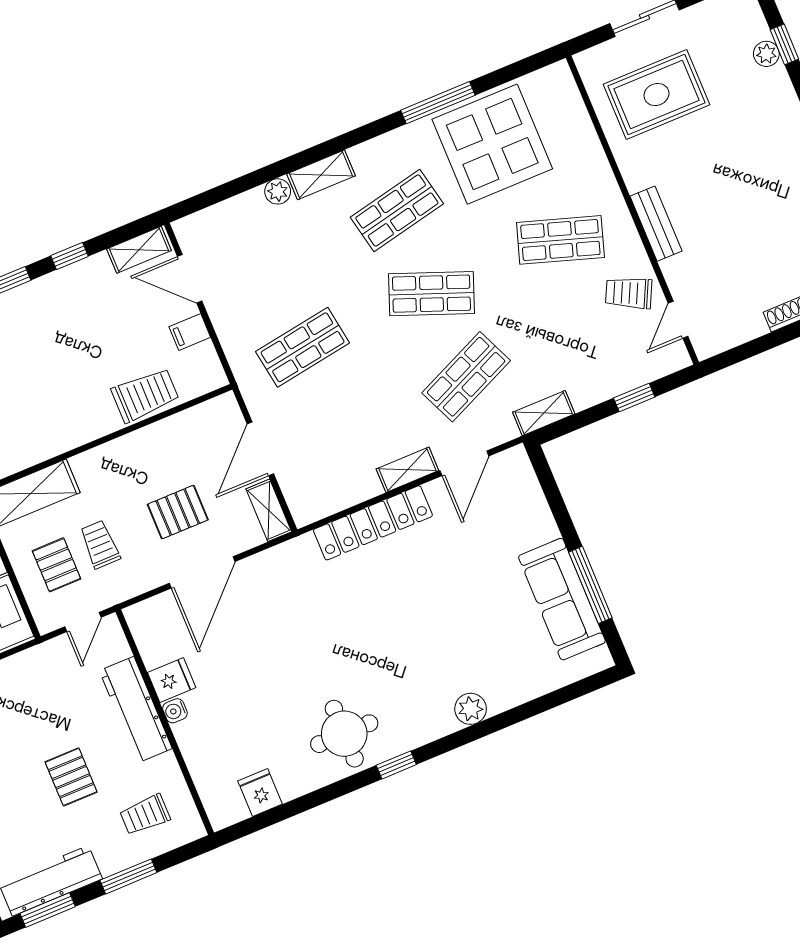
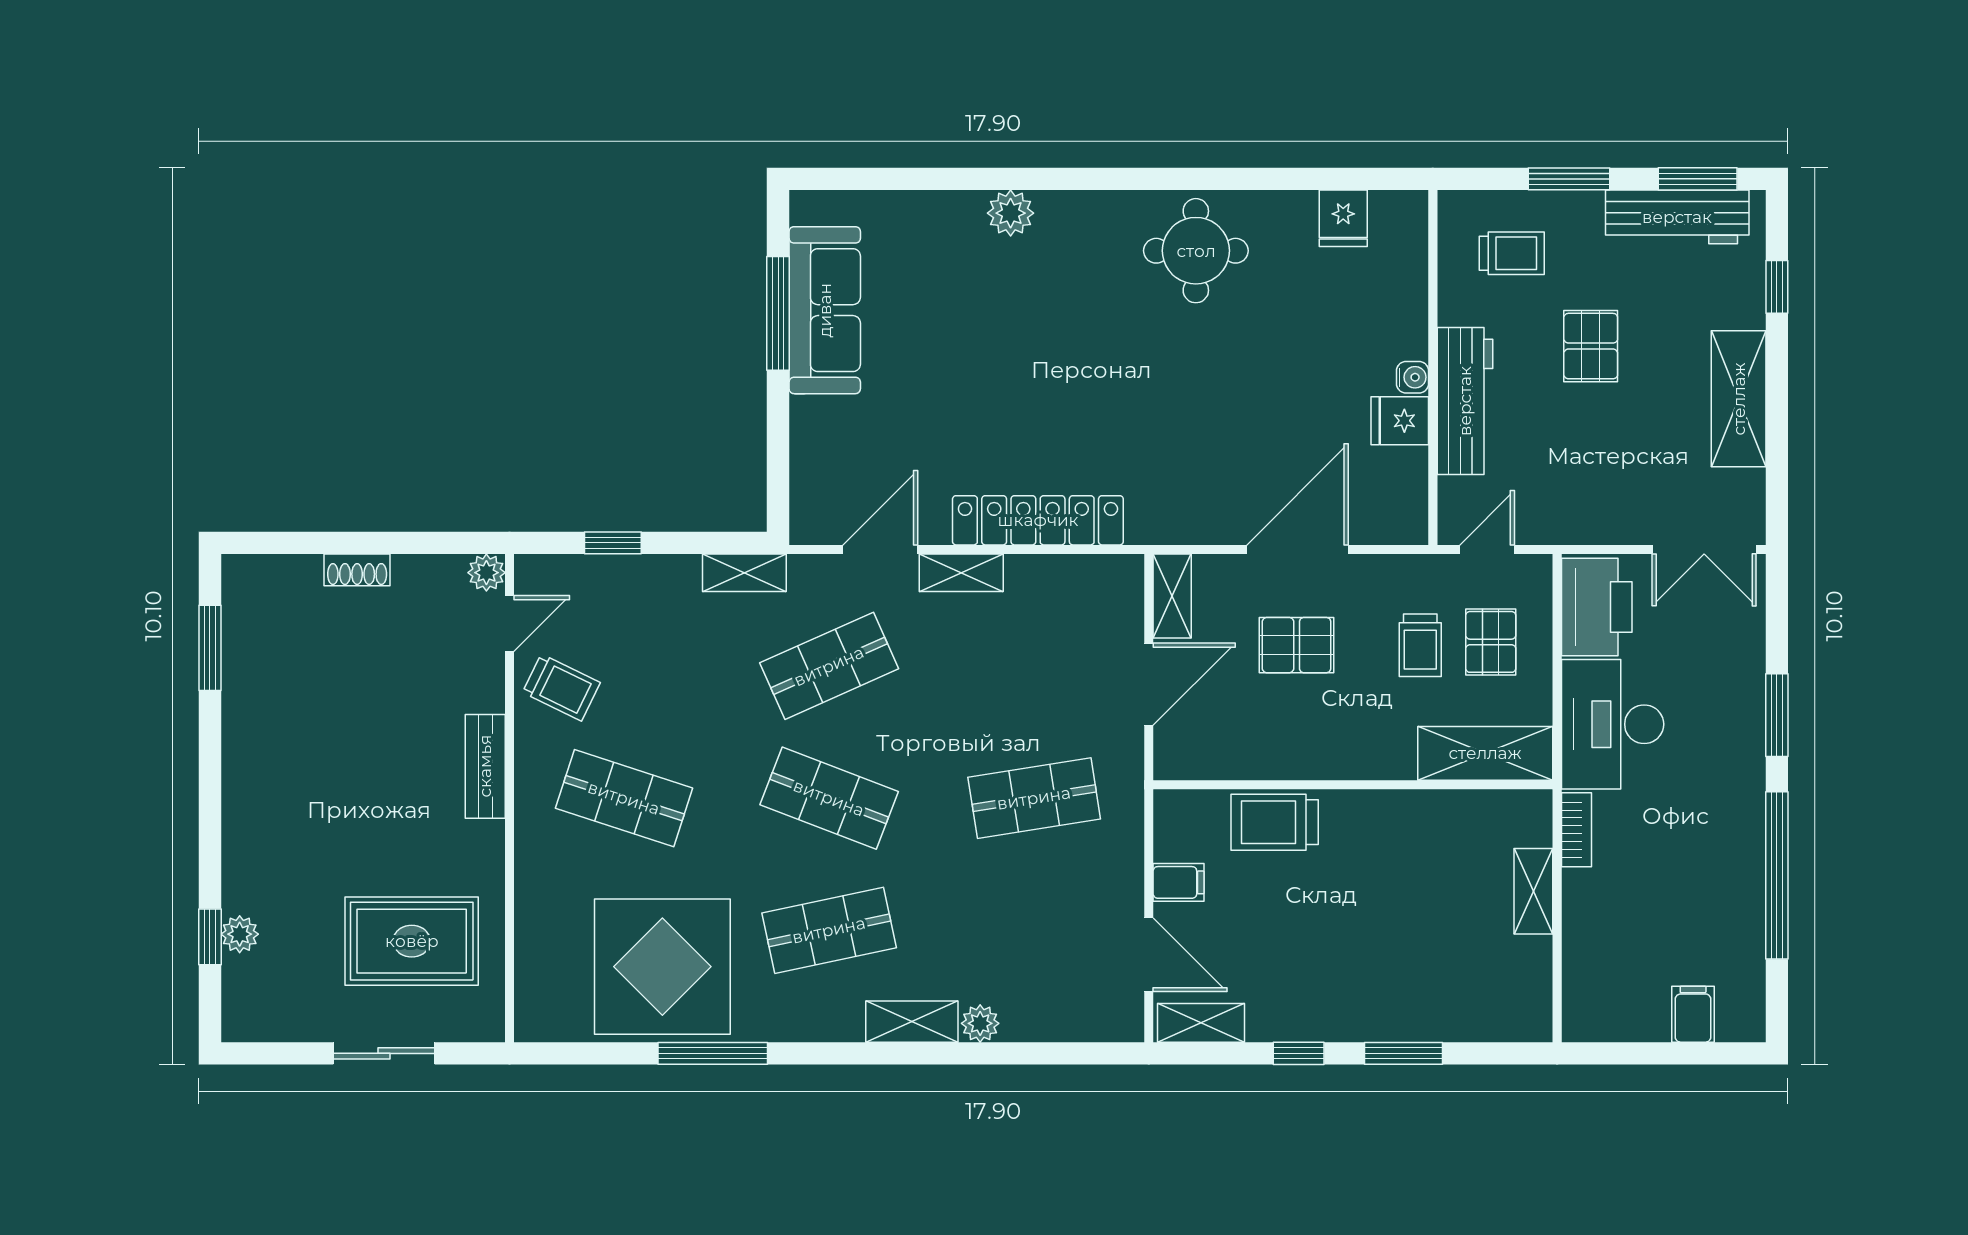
plant: (706, 346) -> (486, 573), added
window: (396, 765) -> (1143, 179), removed

